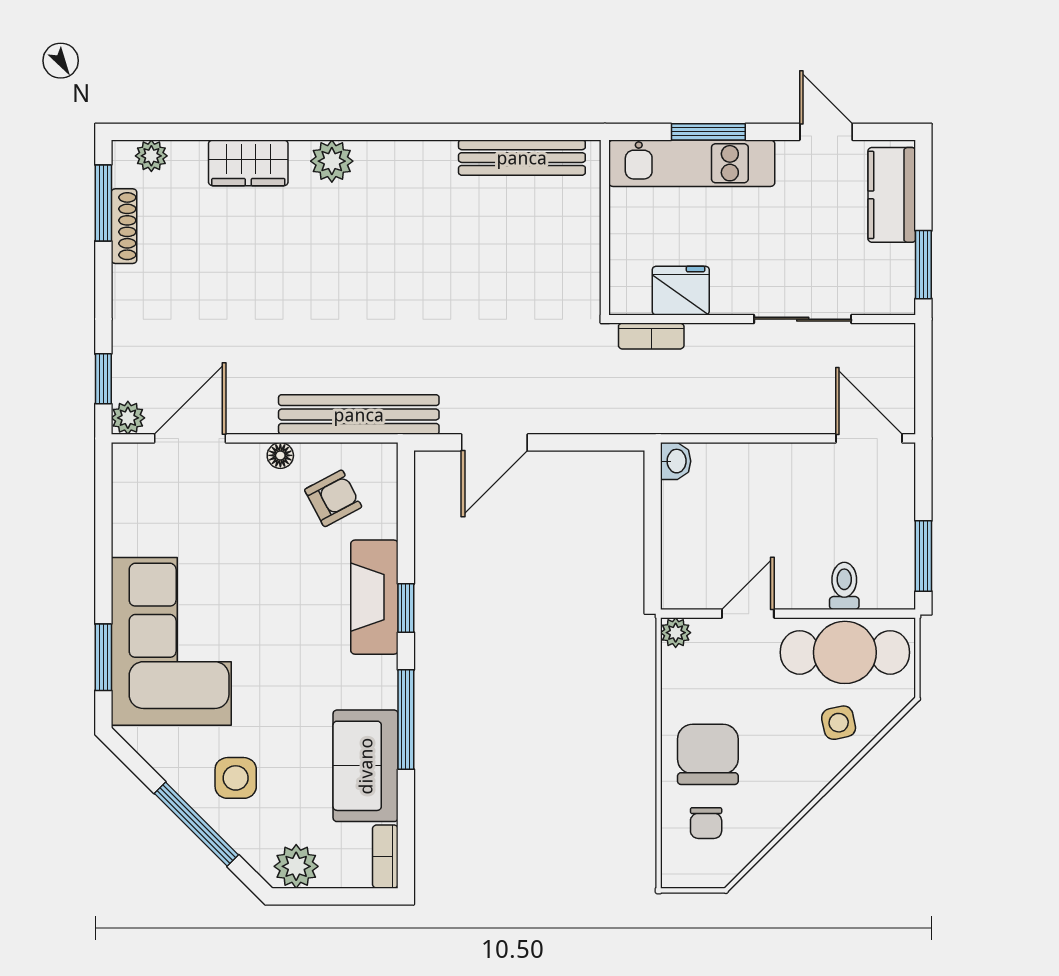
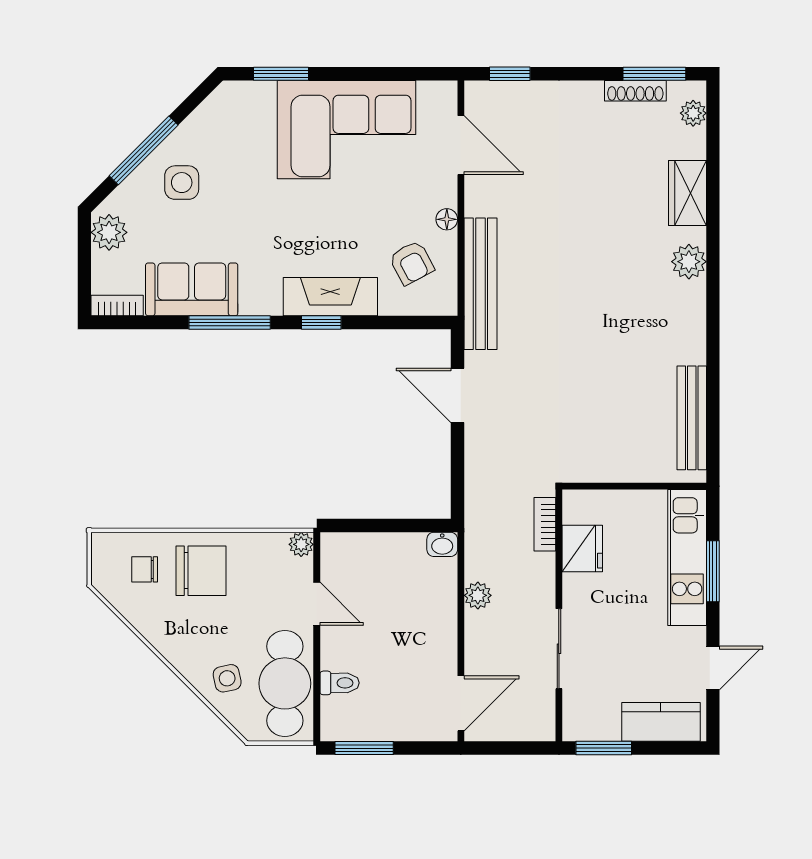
plant: (128, 418) -> (478, 595), moved
corner sofa: (171, 641) -> (346, 130), moved

